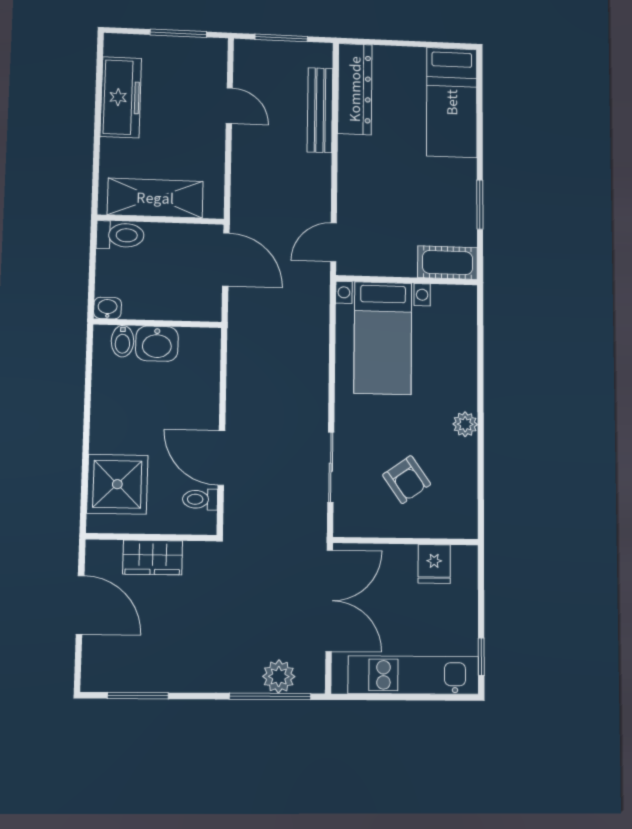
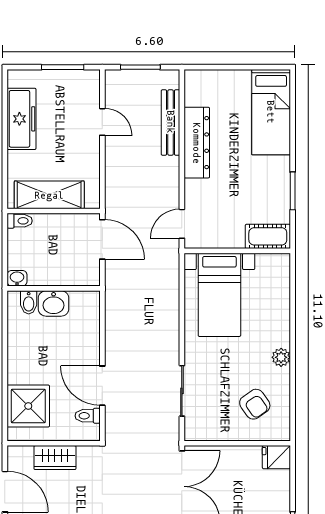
dresser: (355, 89) -> (197, 143), moved
toilet: (120, 235) -> (20, 221), width x0.73, depth x0.72
armchair: (407, 480) -> (255, 404), moved
fridge: (434, 564) -> (276, 457), moved, turned 90

